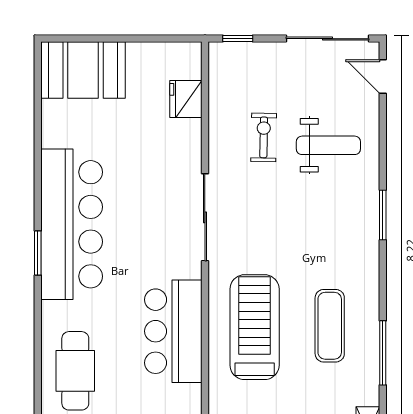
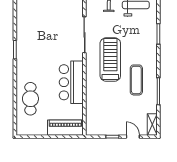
bar counter: (72, 224) -> (29, 38), removed
treadmill: (255, 327) -> (110, 59), moved

